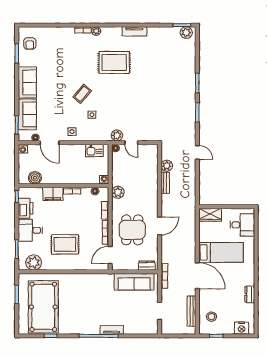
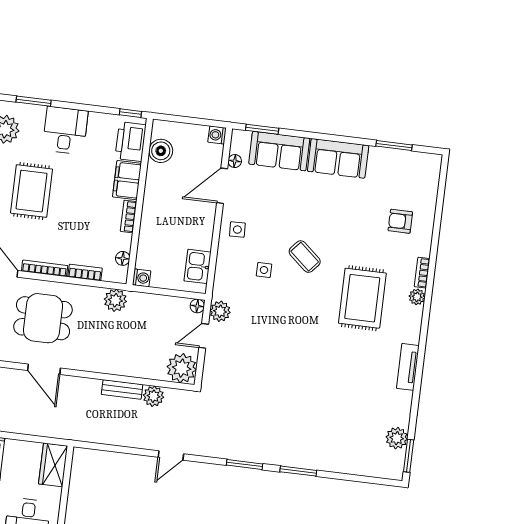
plant: (186, 33) -> (397, 438), moved
armchair: (30, 43) -> (400, 221), moved
rug: (114, 62) -> (362, 298), moved
plant: (150, 152) -> (182, 368), added
printer: (26, 208) -> (131, 142), moved, turned 90

